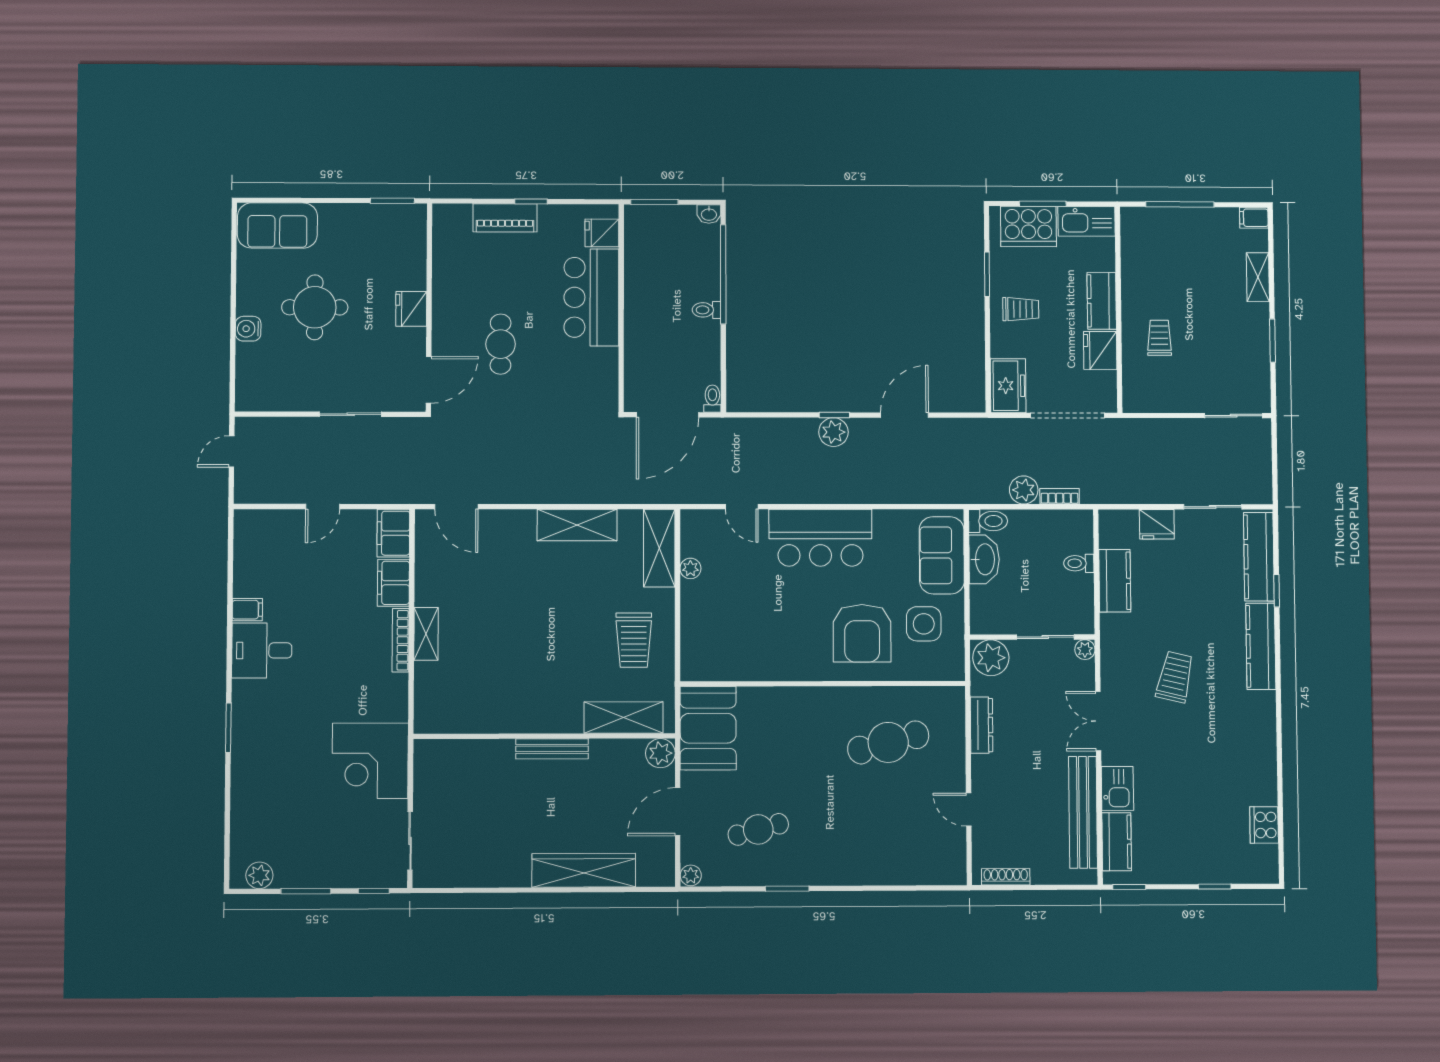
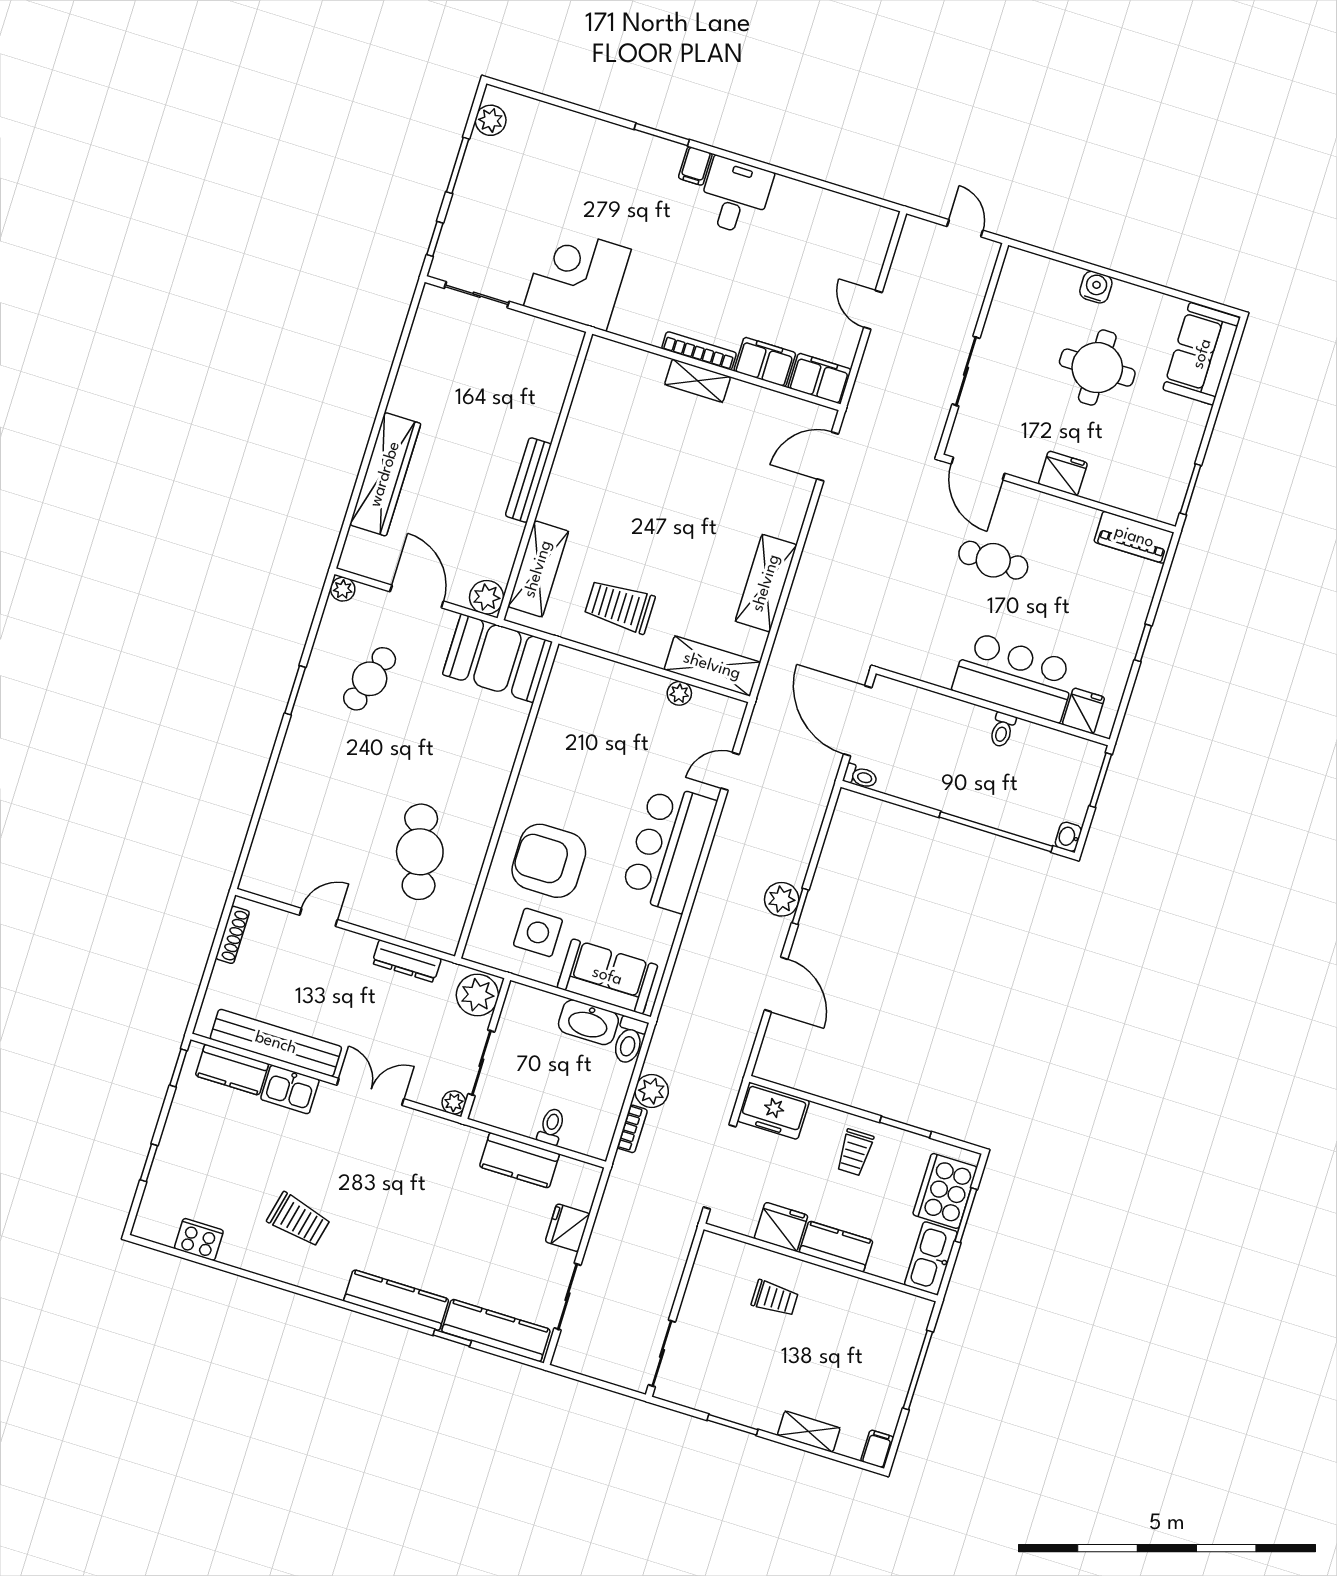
piano: (505, 218) -> (1134, 537), moved, turned -90
toilet: (707, 310) -> (1002, 730), moved, turned 180
filing cabinet: (247, 610) -> (695, 166), moved
trolley: (1175, 677) -> (299, 1220), moved
cafe table: (758, 829) -> (370, 679), turned 33

